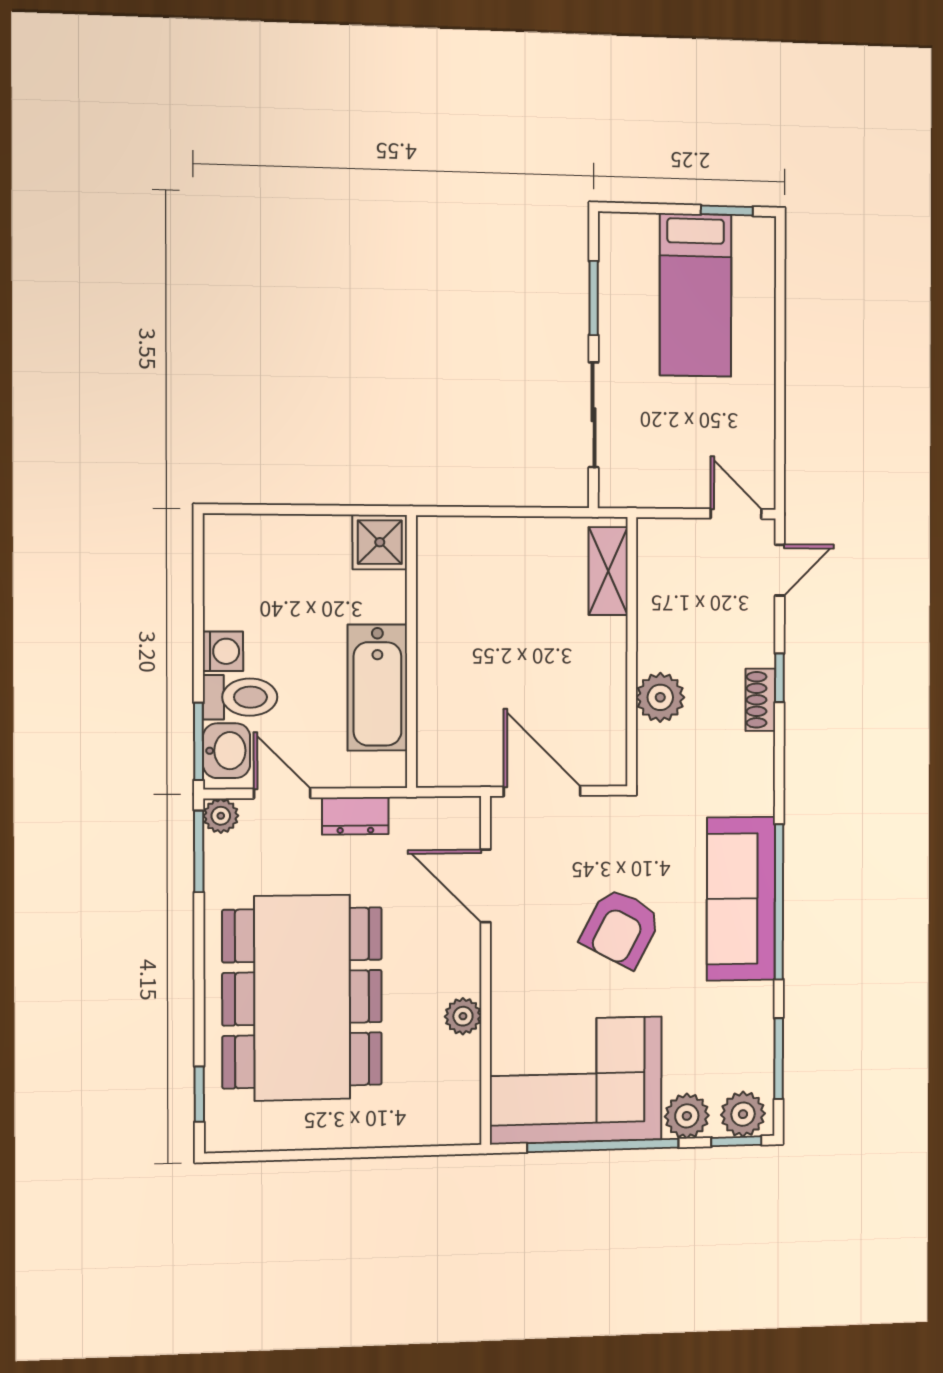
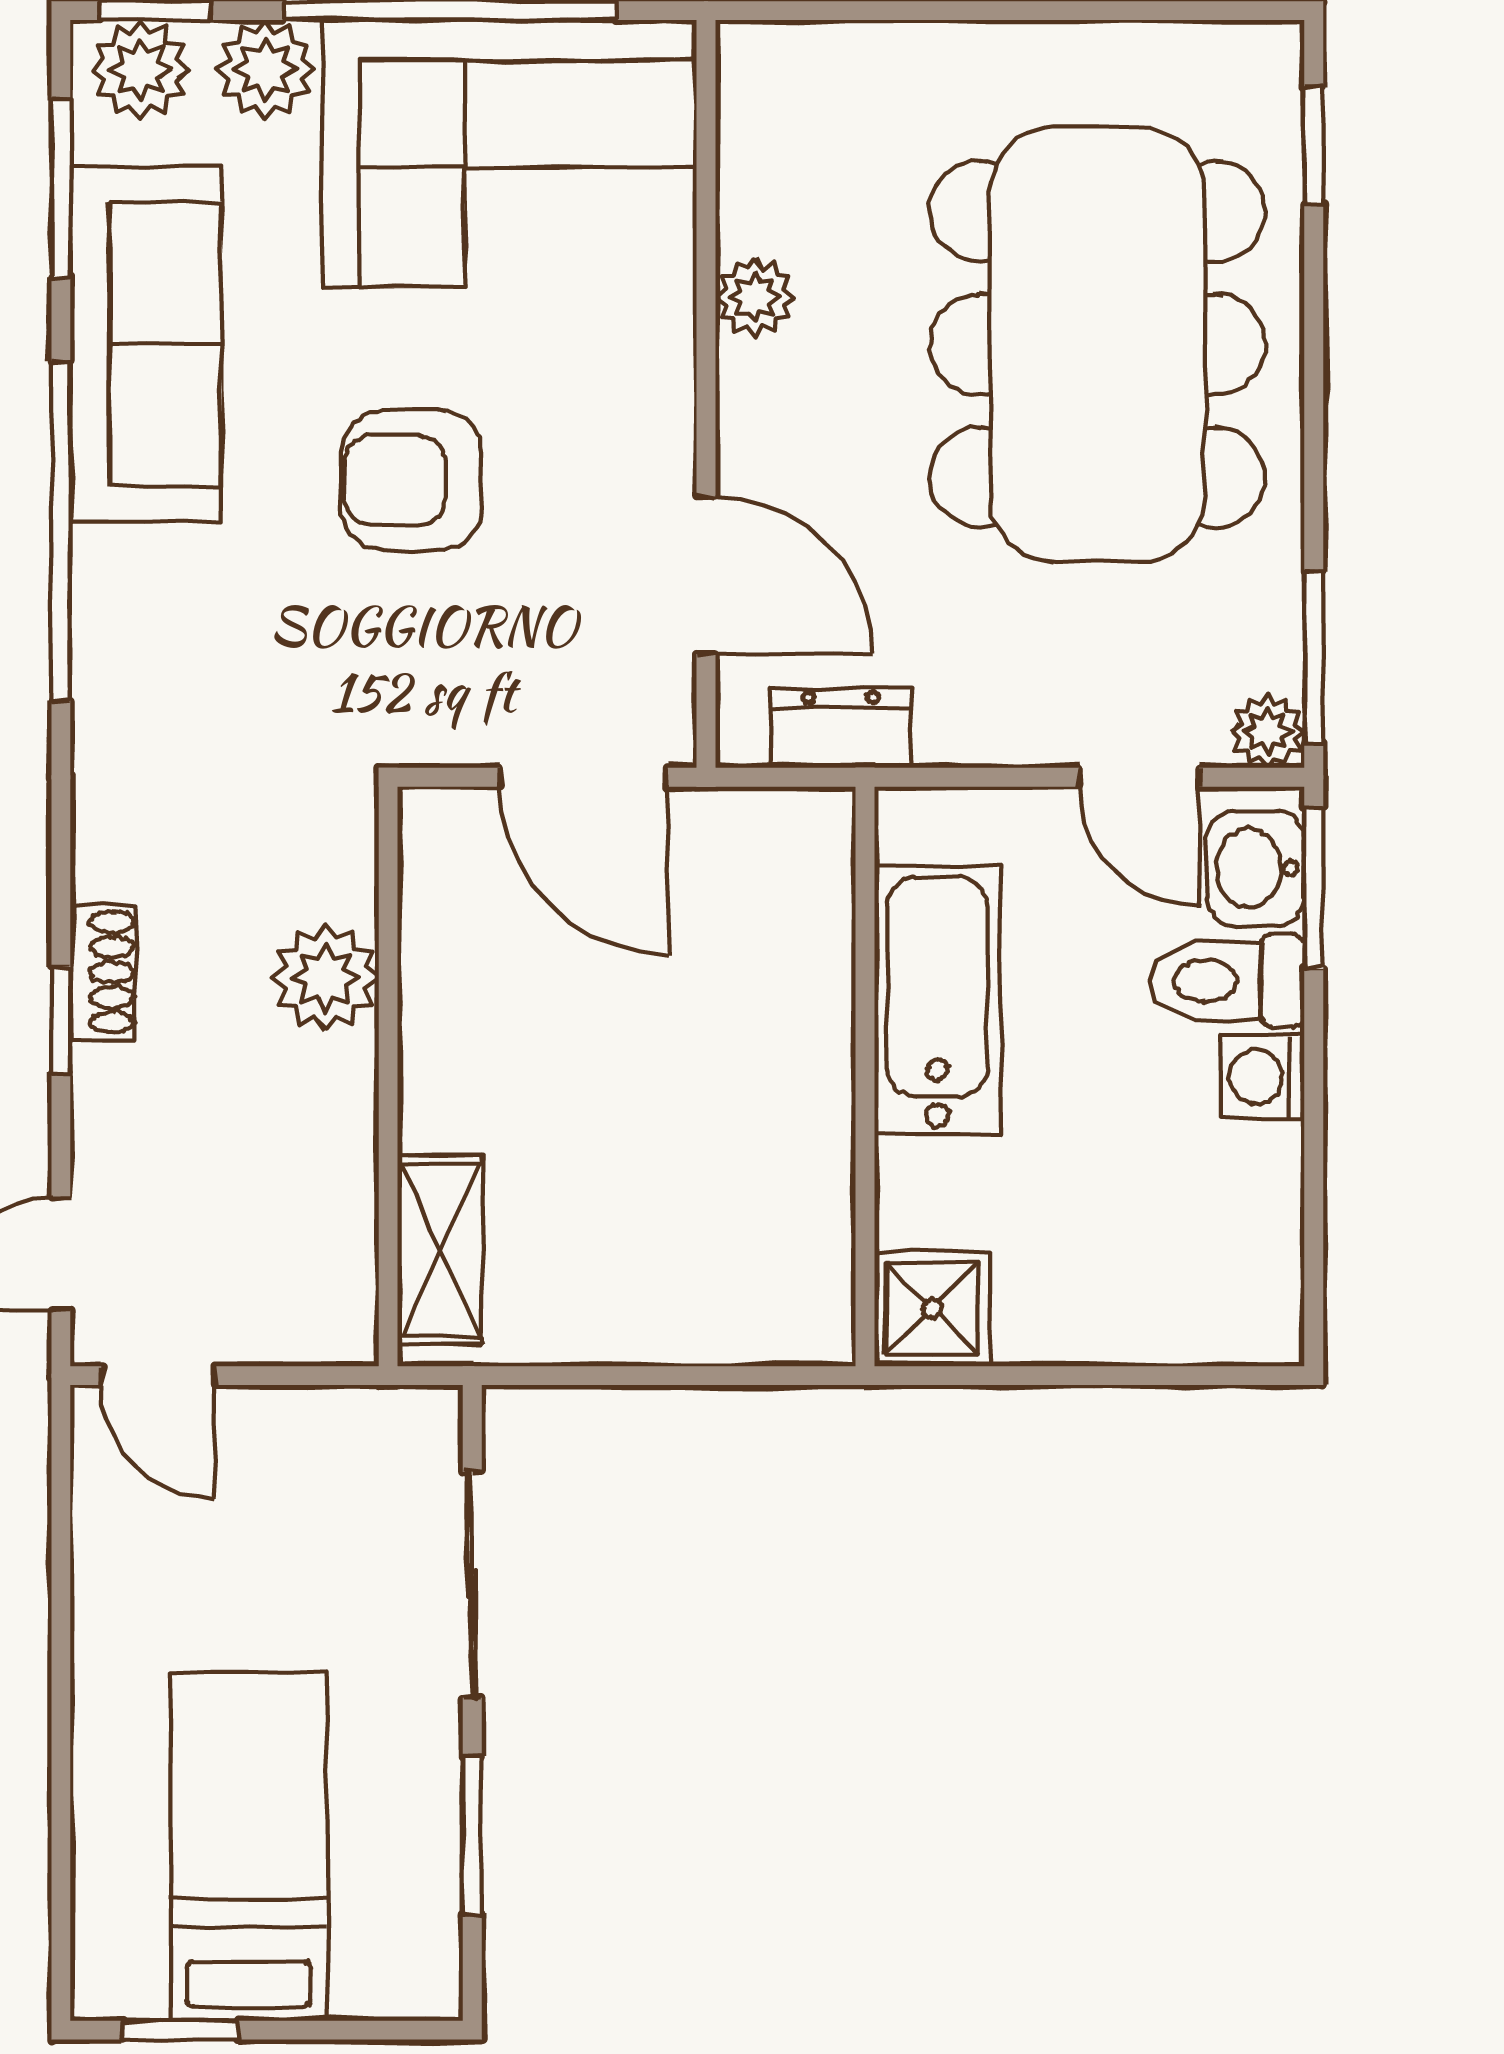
dresser: (355, 816) -> (841, 728), moved
sofa: (741, 899) -> (146, 344), moved
armchair: (621, 928) -> (411, 480), turned -118

